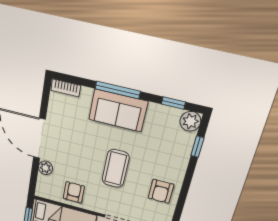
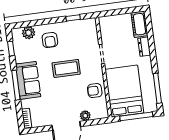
plant: (190, 121) -> (29, 33), moved
window: (197, 147) -> (73, 18), moved
armchair: (161, 191) -> (50, 40), moved, turned 90

